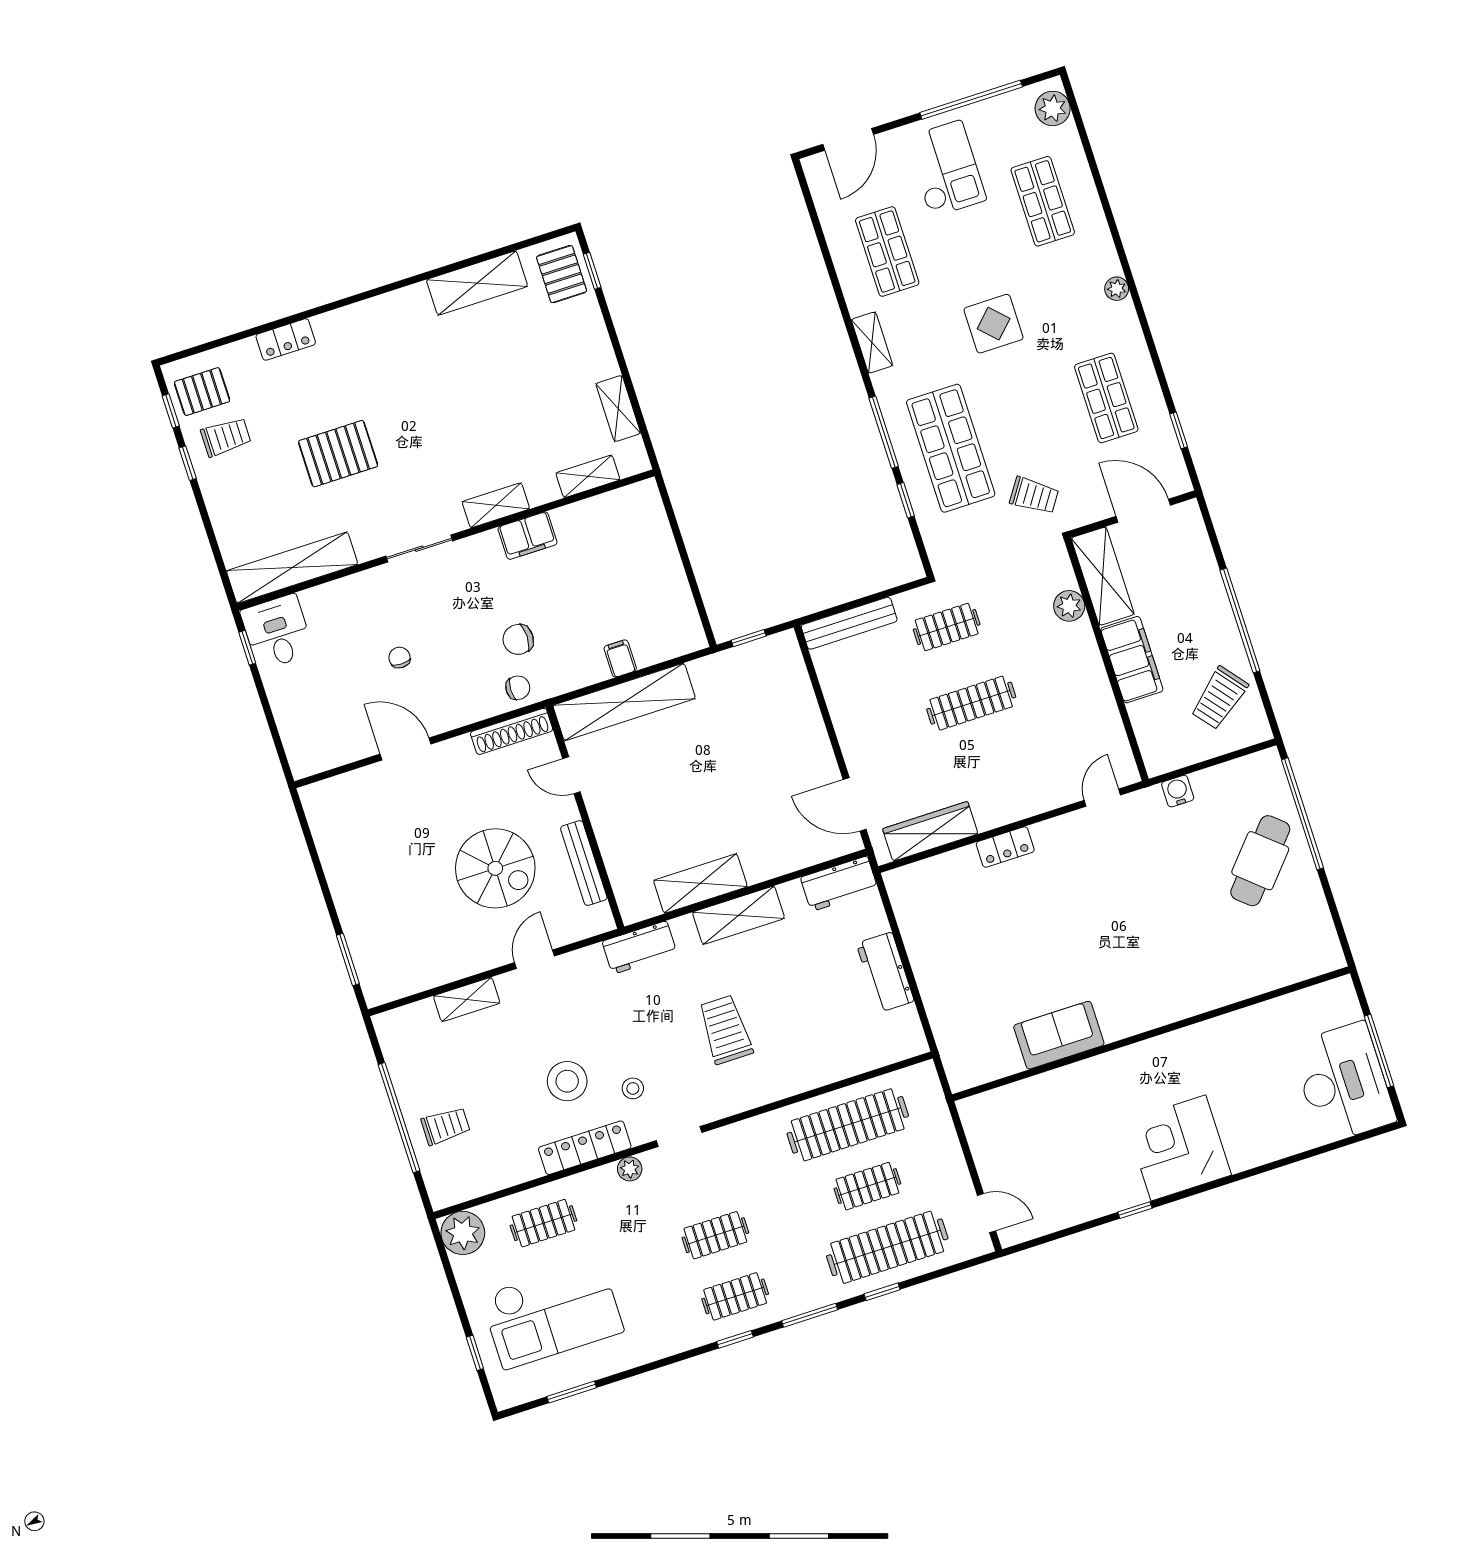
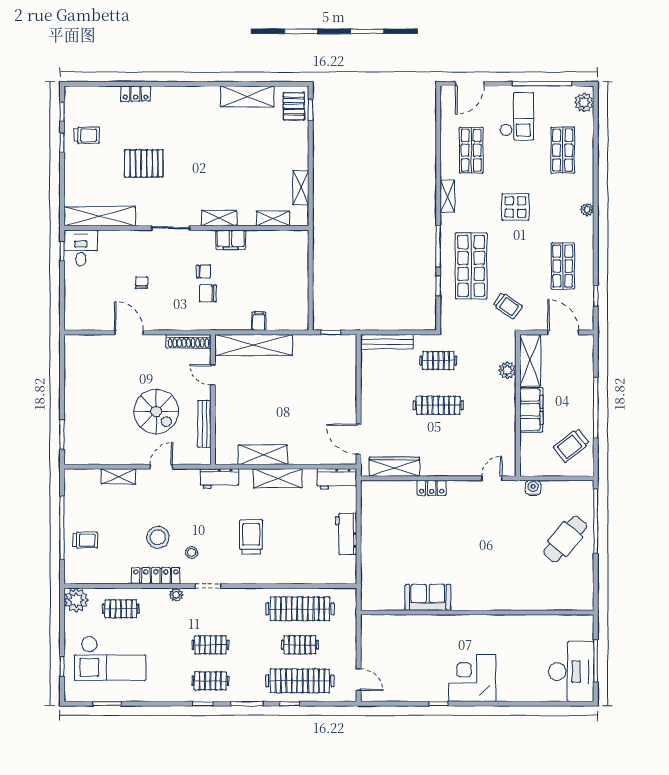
pallet: (202, 392) -> (82, 107), removed
chair: (518, 688) -> (204, 271), moved

